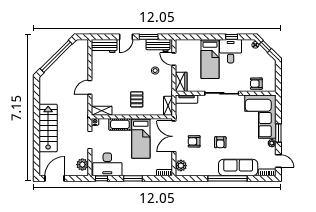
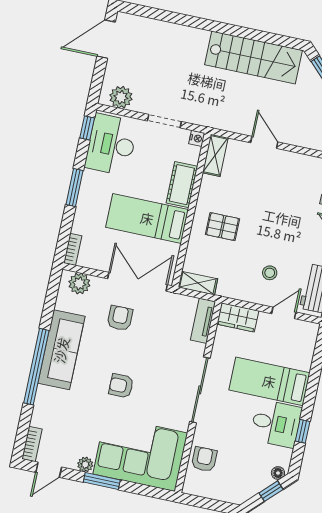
stairs: (48, 128) -> (254, 58), moved
armchair: (220, 142) -> (121, 386), moved
sofa: (238, 167) -> (61, 350), moved
door: (55, 178) -> (106, 39), swing flipped

